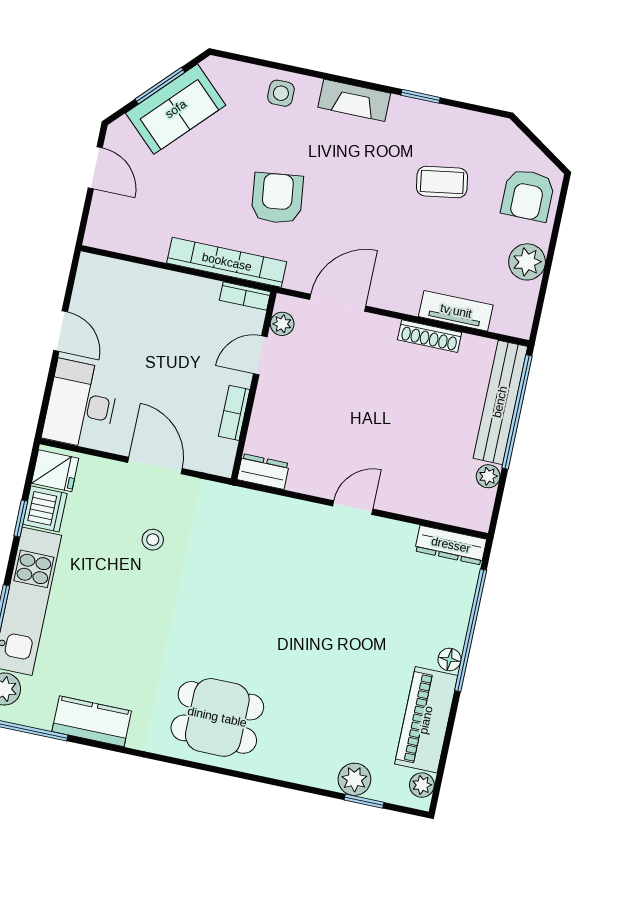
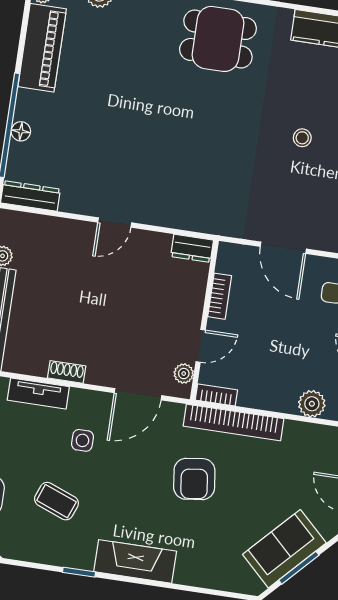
side table: (281, 93) -> (82, 440), moved
fireplace: (354, 100) -> (135, 561), width x1.37, depth x1.32
coffee table: (442, 182) -> (56, 501), turned 30
plant: (133, 279) -> (312, 404), added
shoe rack: (430, 336) -> (67, 372), width x0.70
stool: (153, 540) -> (302, 138), moved
floor lamp: (449, 659) -> (21, 131), moved

